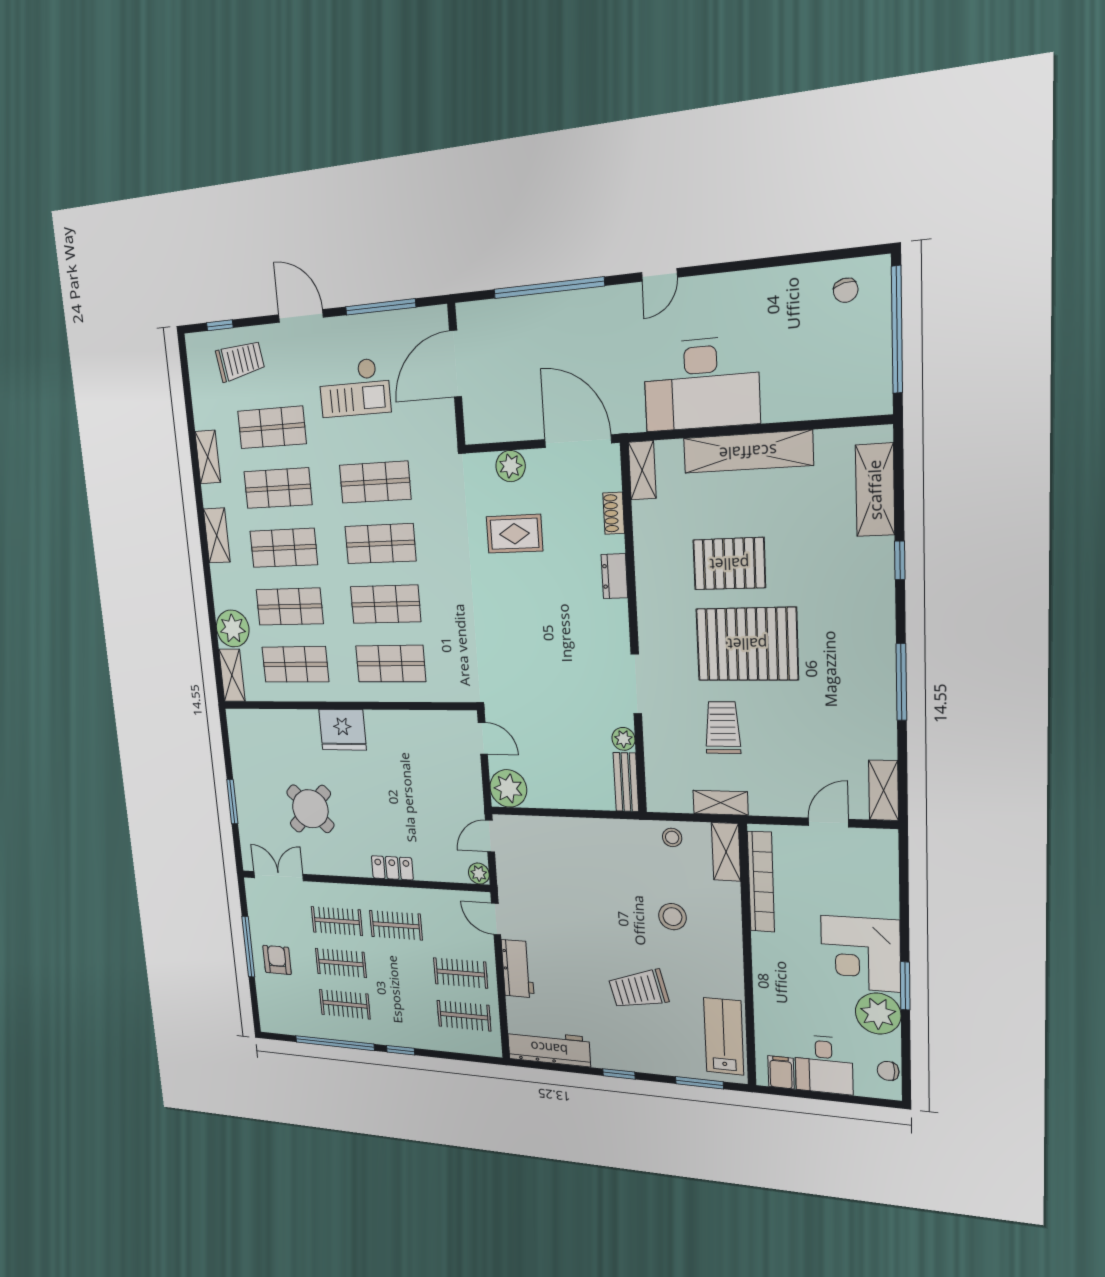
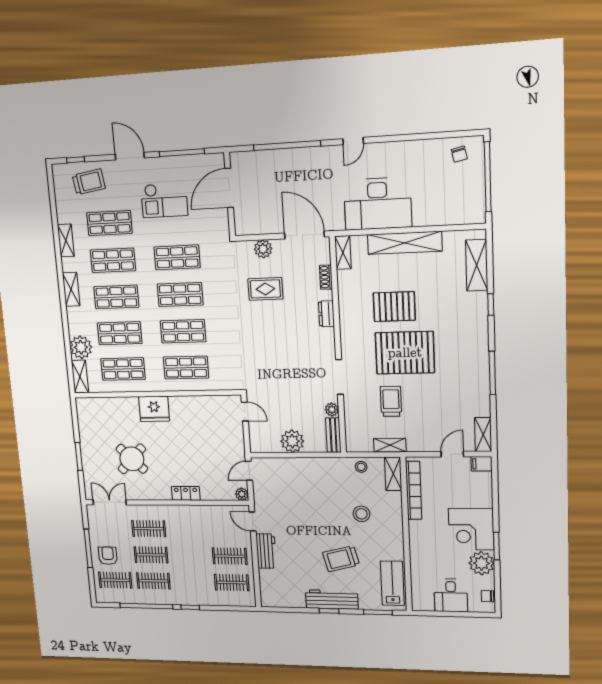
plant: (508, 788) -> (292, 441), moved
clothes rail: (396, 925) -> (115, 580), moved
workbench: (549, 1048) -> (332, 599), moved
filing cabinet: (781, 1072) -> (482, 464), moved, turned -90

